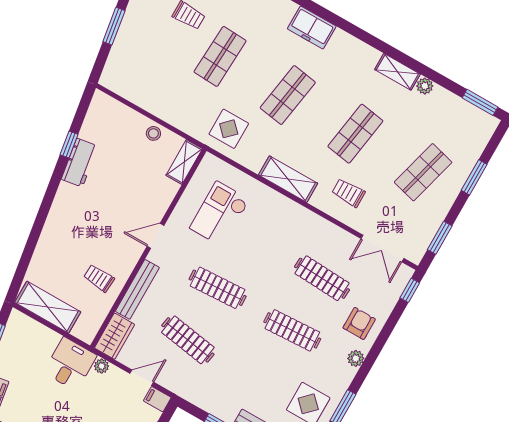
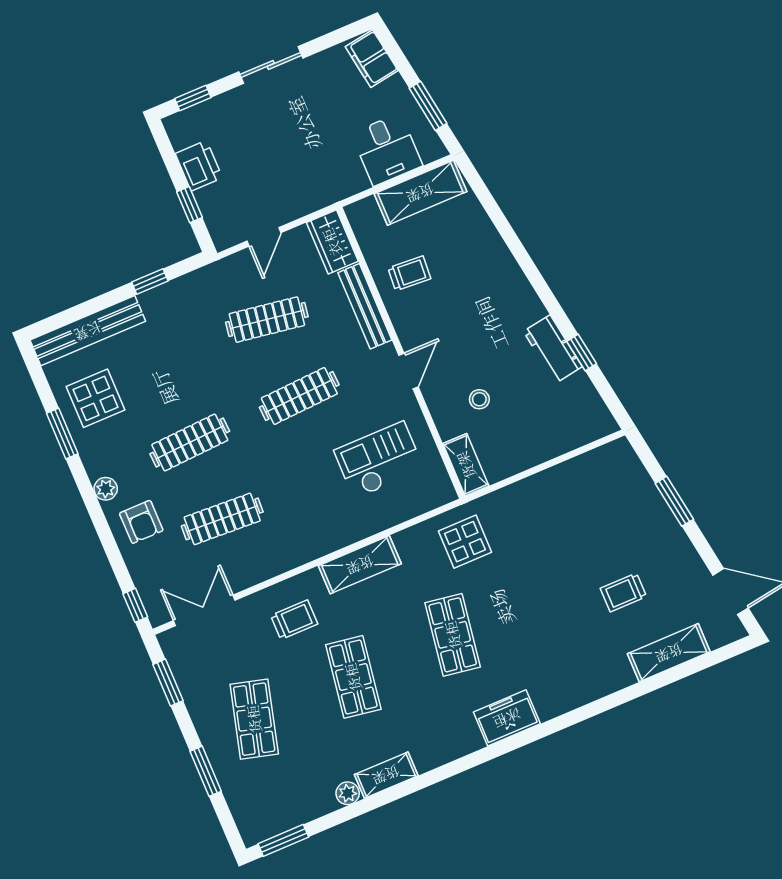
shop shelf: (220, 56) -> (552, 593), removed
stool: (153, 133) -> (479, 399), moved
checkout: (220, 214) -> (379, 460), turned -90
desk: (70, 364) -> (387, 149), moved
plant: (102, 366) -> (310, 203), removed
filing cabinet: (157, 399) -> (227, 236), removed

